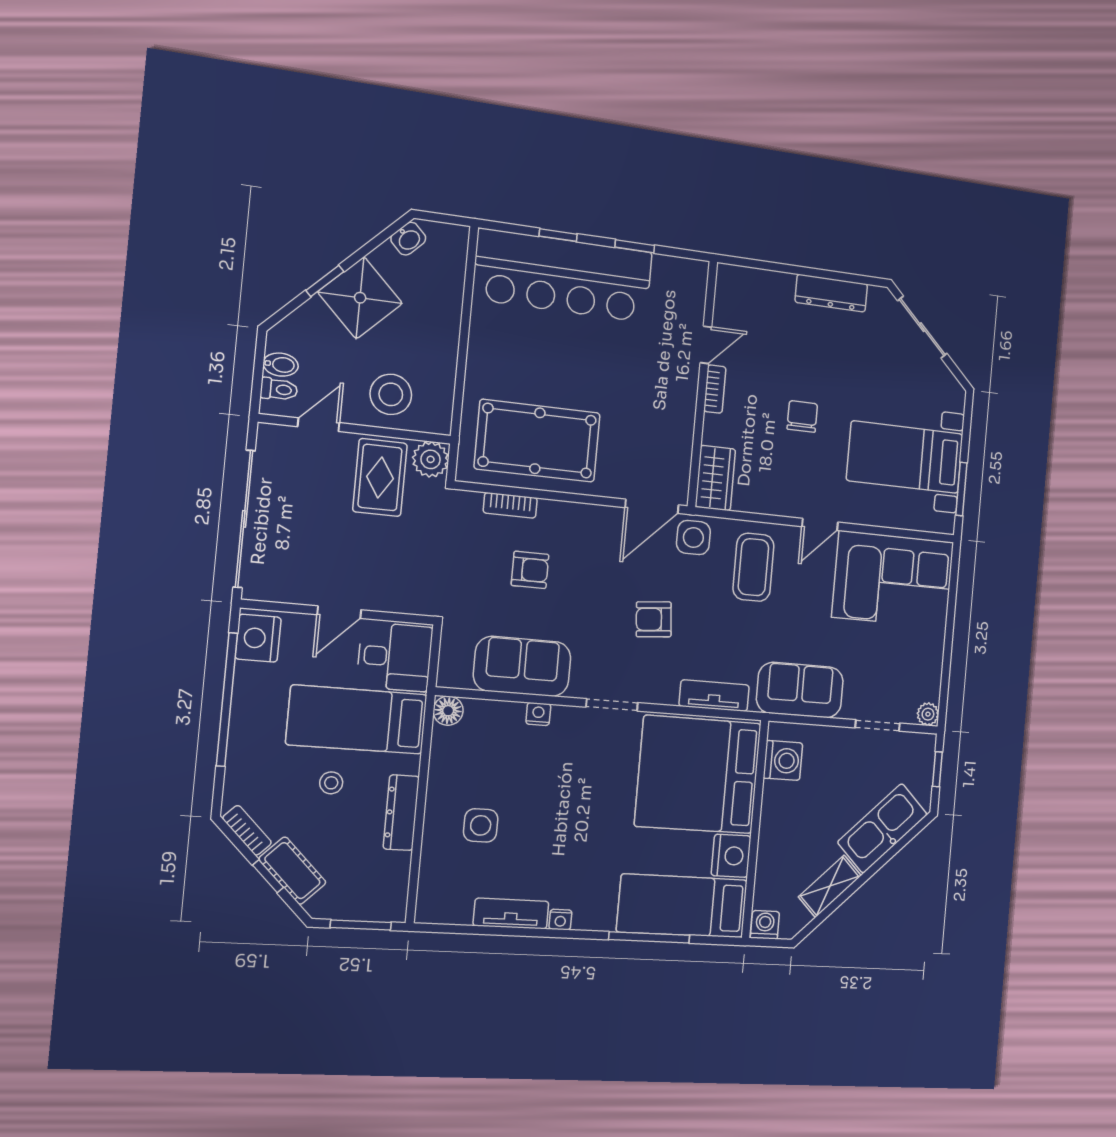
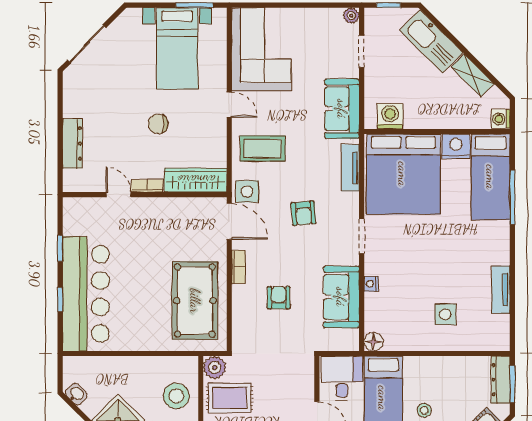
dresser: (831, 293) -> (72, 144), moved
wardrobe: (715, 478) -> (196, 180), width x1.50
bookcase: (510, 505) -> (238, 267), moved
dresser: (401, 813) -> (501, 380), moved, turned 90
nightstand: (560, 920) -> (503, 257), removed

